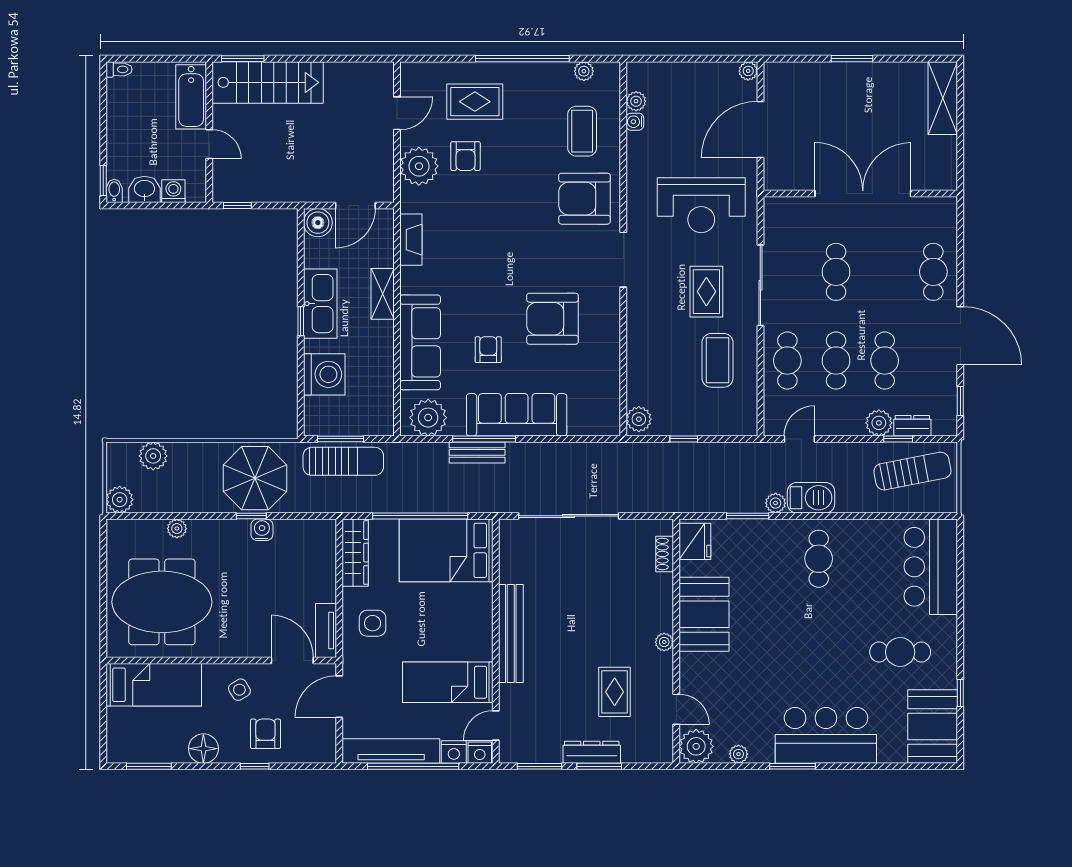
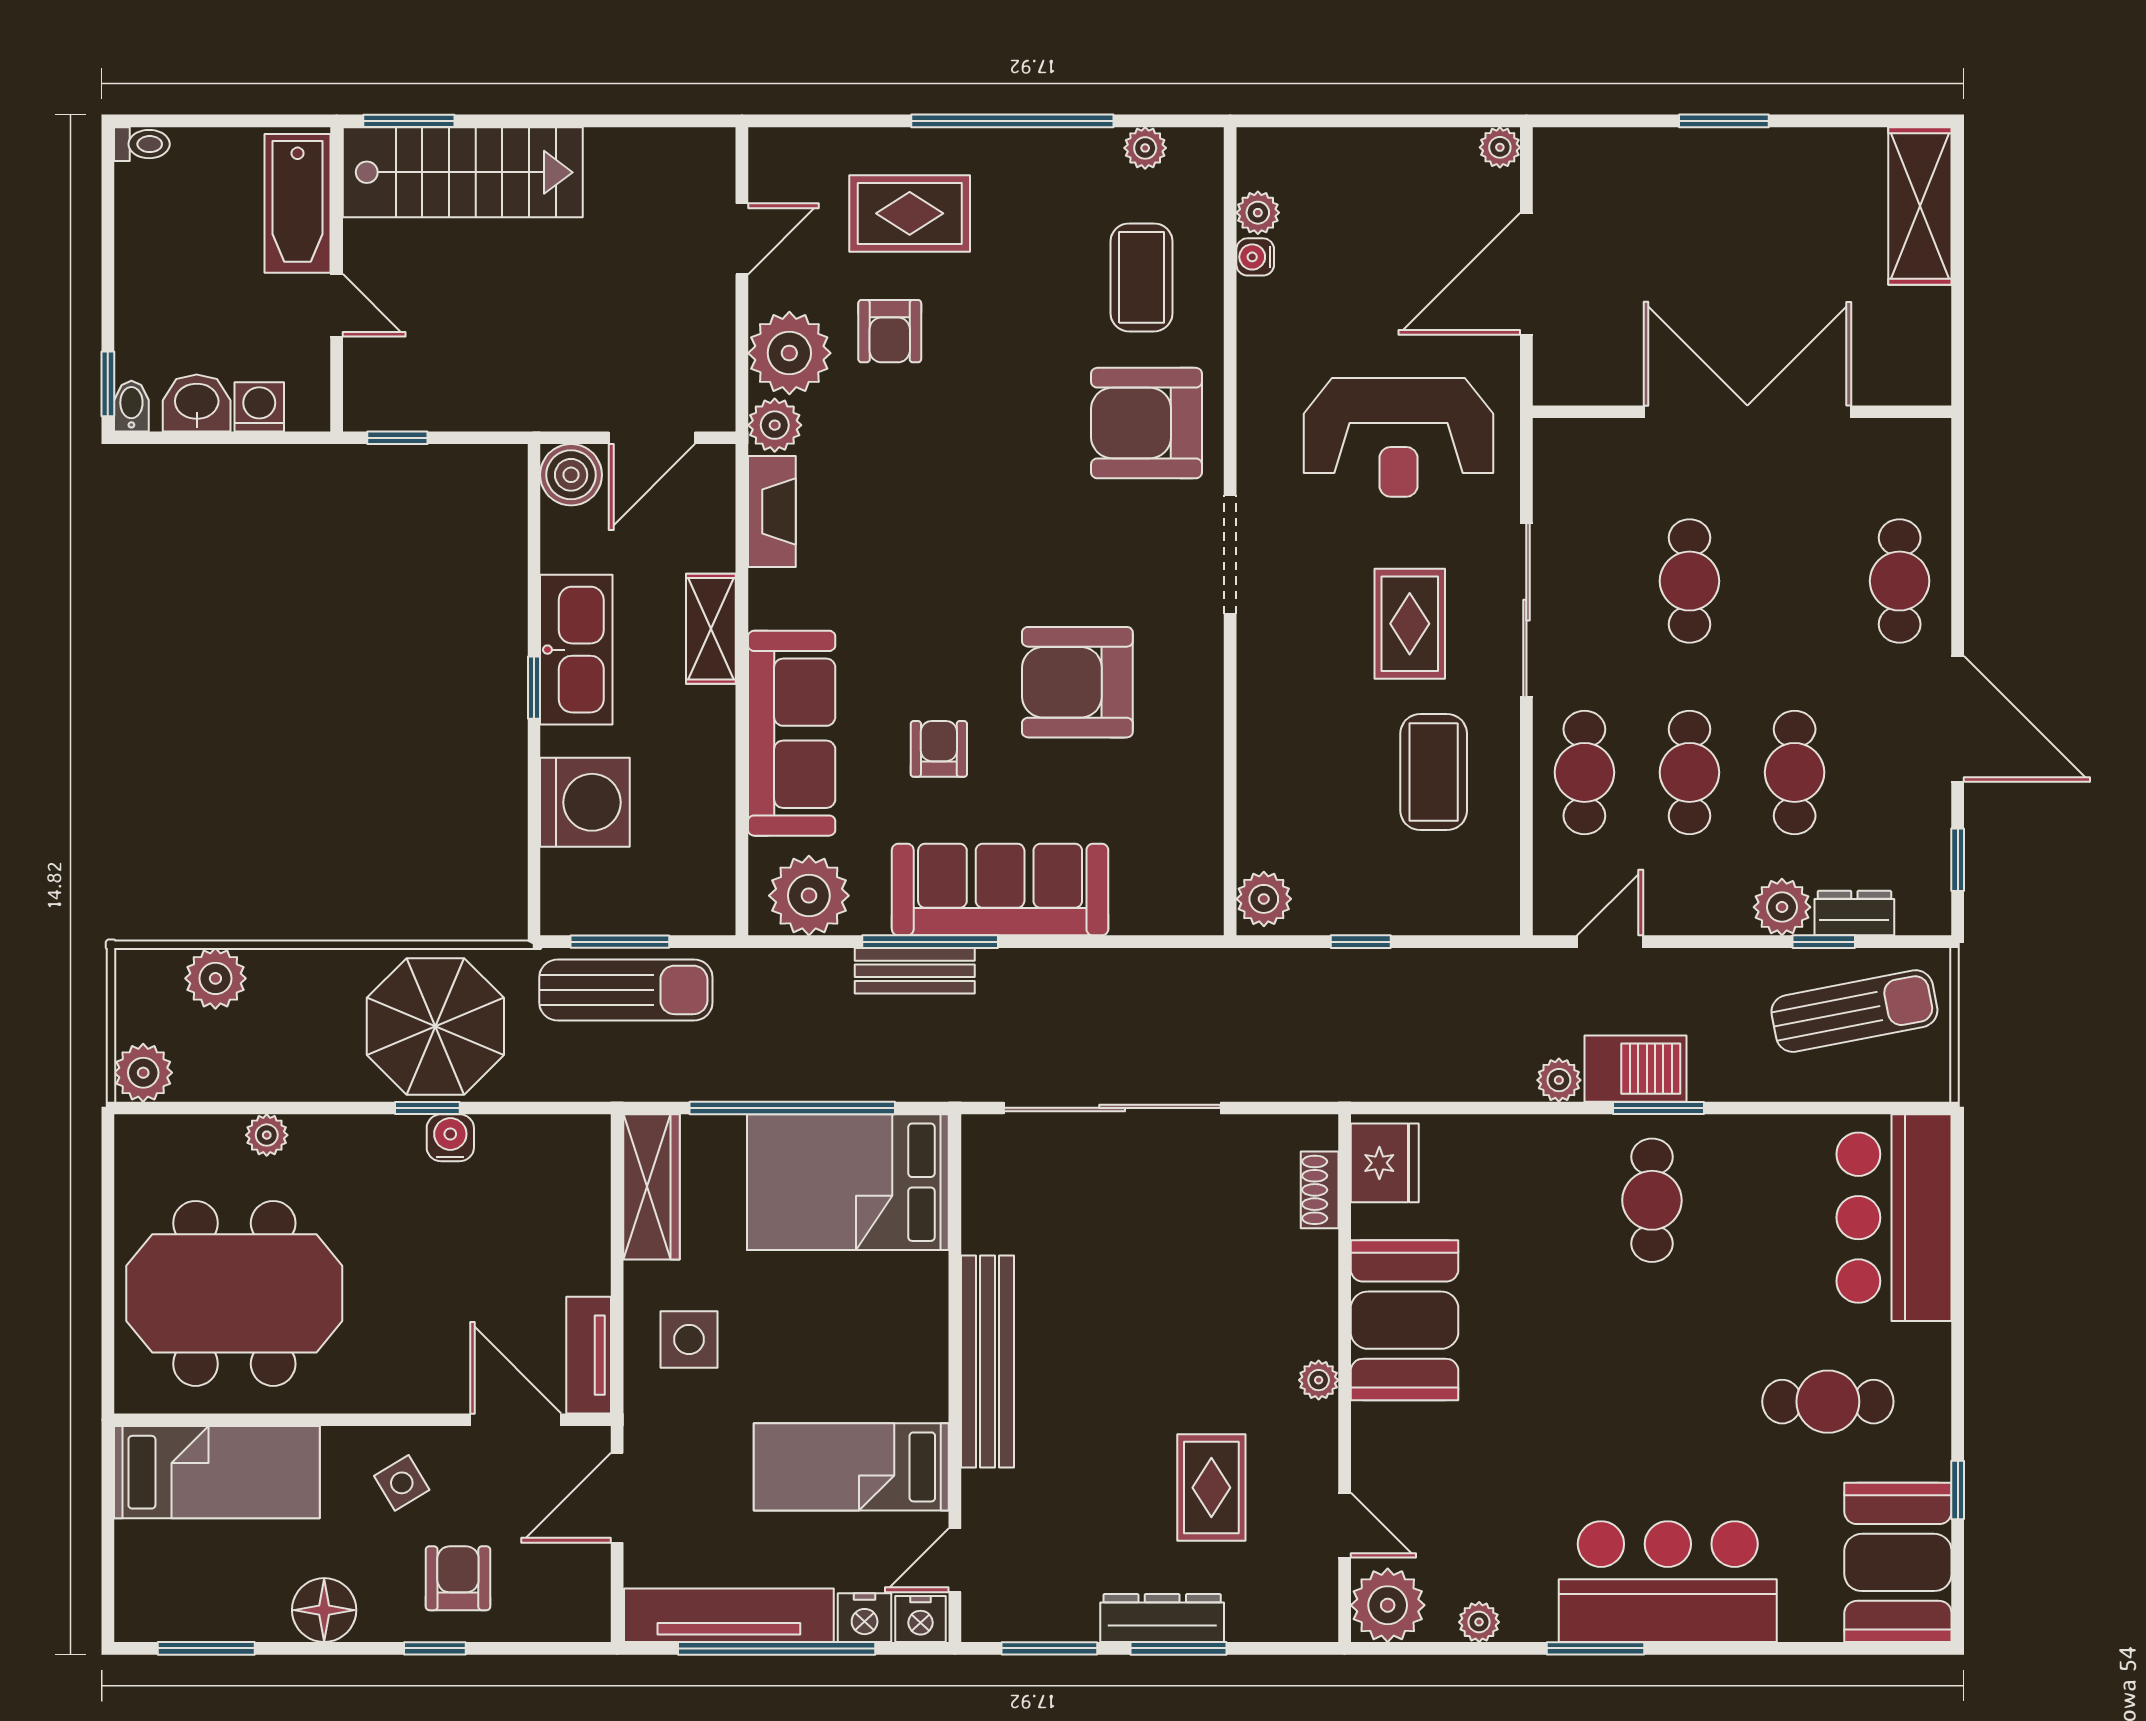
plant: (412, 200) -> (775, 425), added
window: (748, 516) -> (1659, 1108), moved

